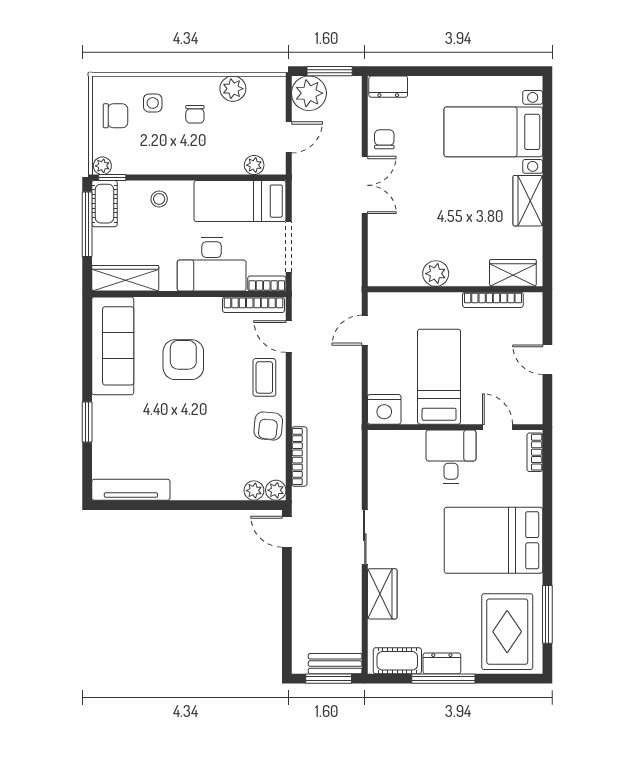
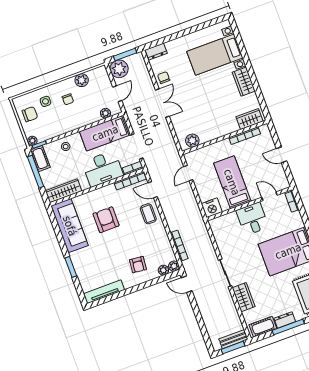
plant: (436, 274) -> (192, 141), moved
armchair: (268, 426) -> (138, 265), moved

